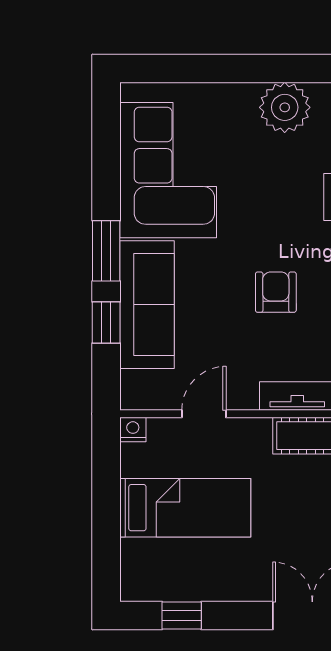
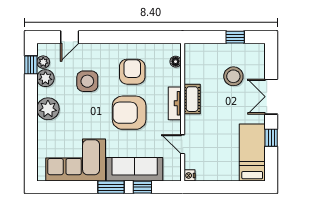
armchair: (276, 292) -> (129, 113), width x1.88, depth x1.88
bed: (185, 508) -> (252, 152), moved
window: (182, 615) -> (271, 138), moved

